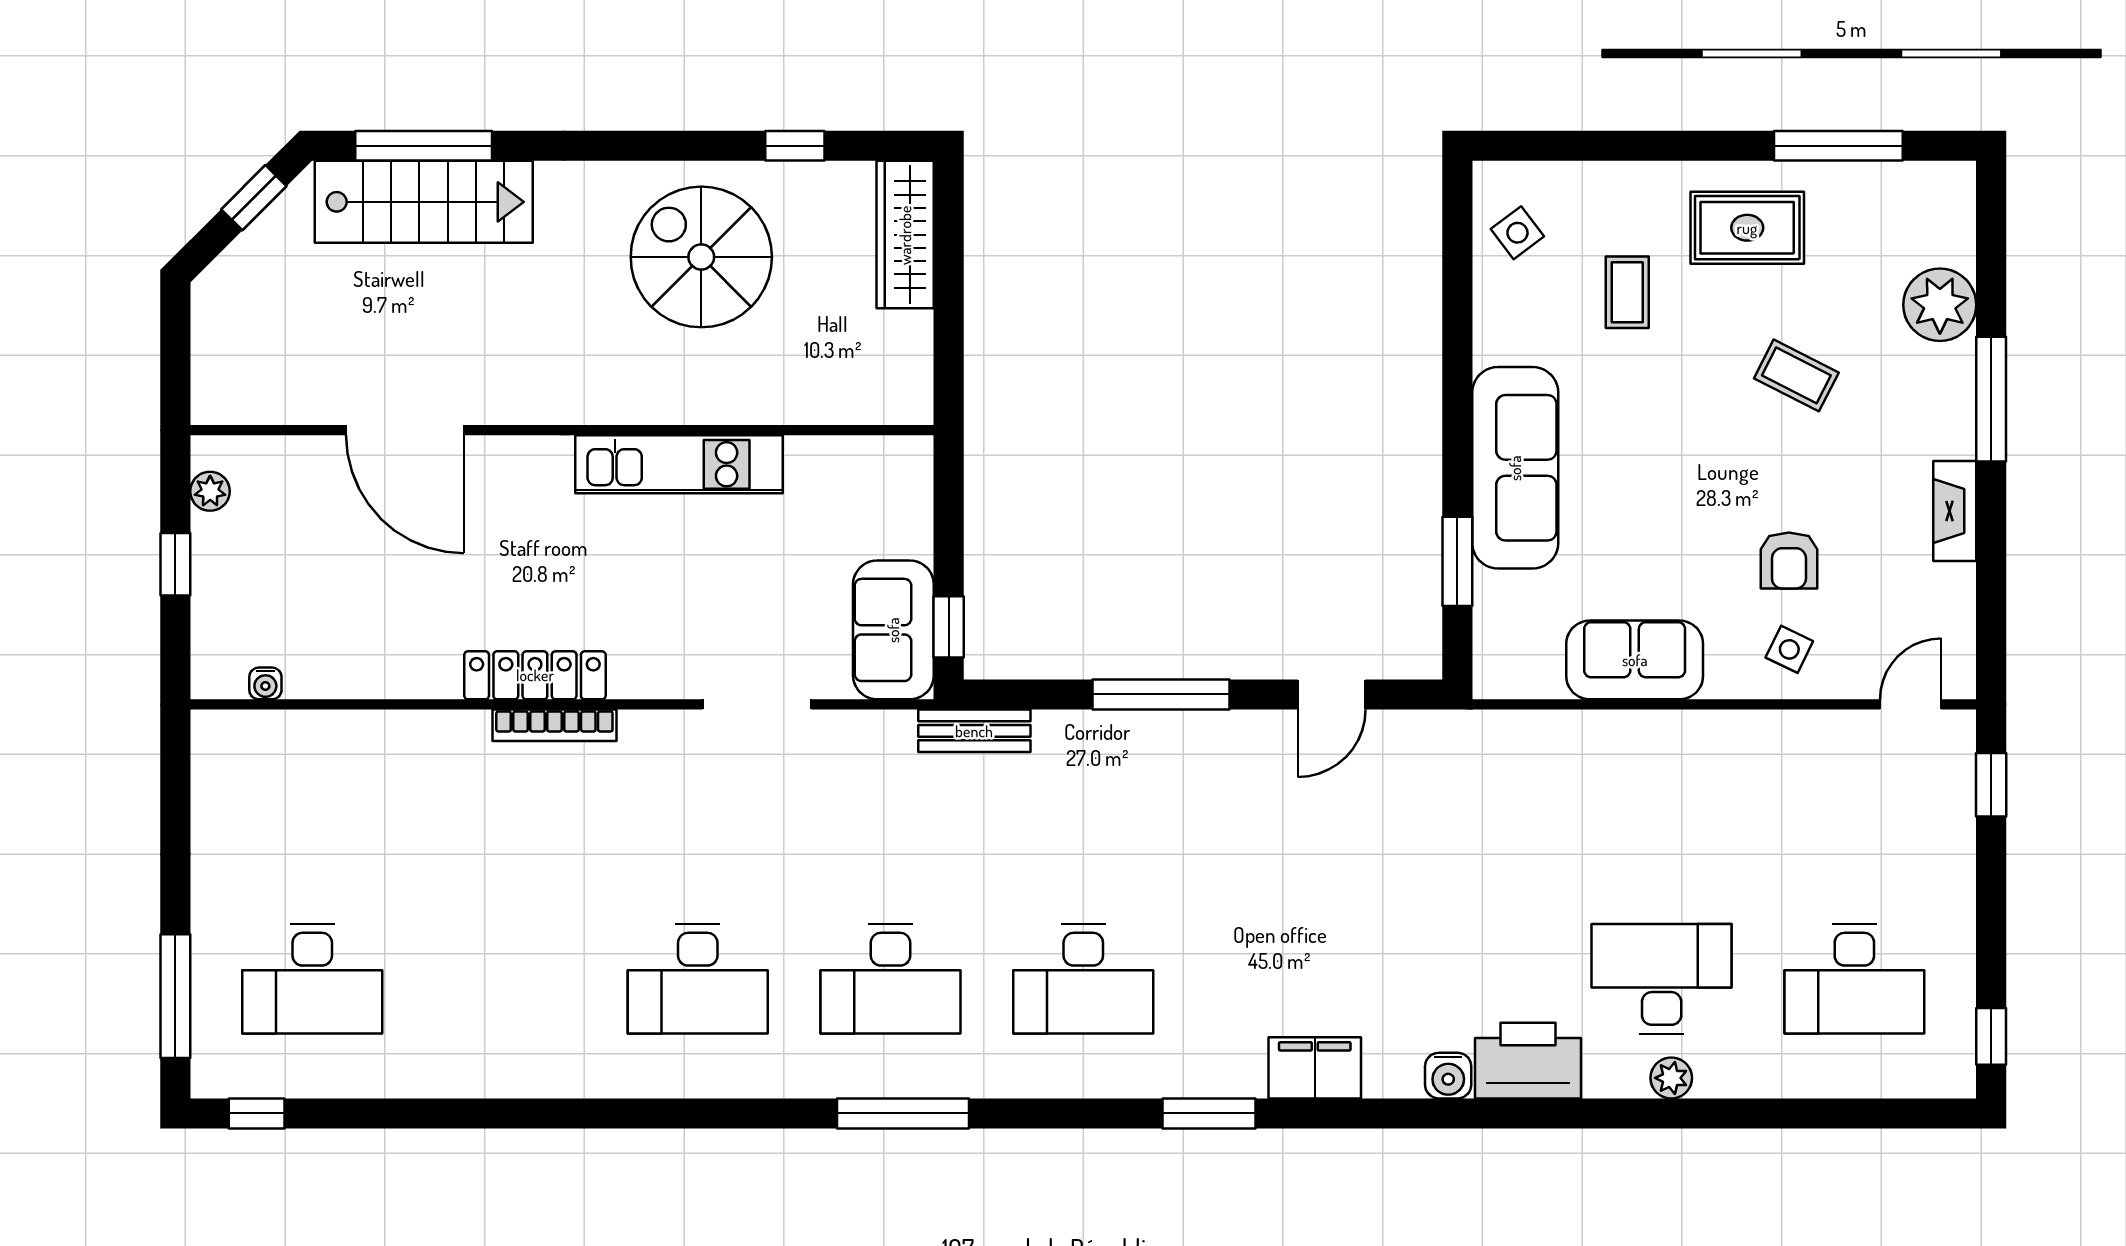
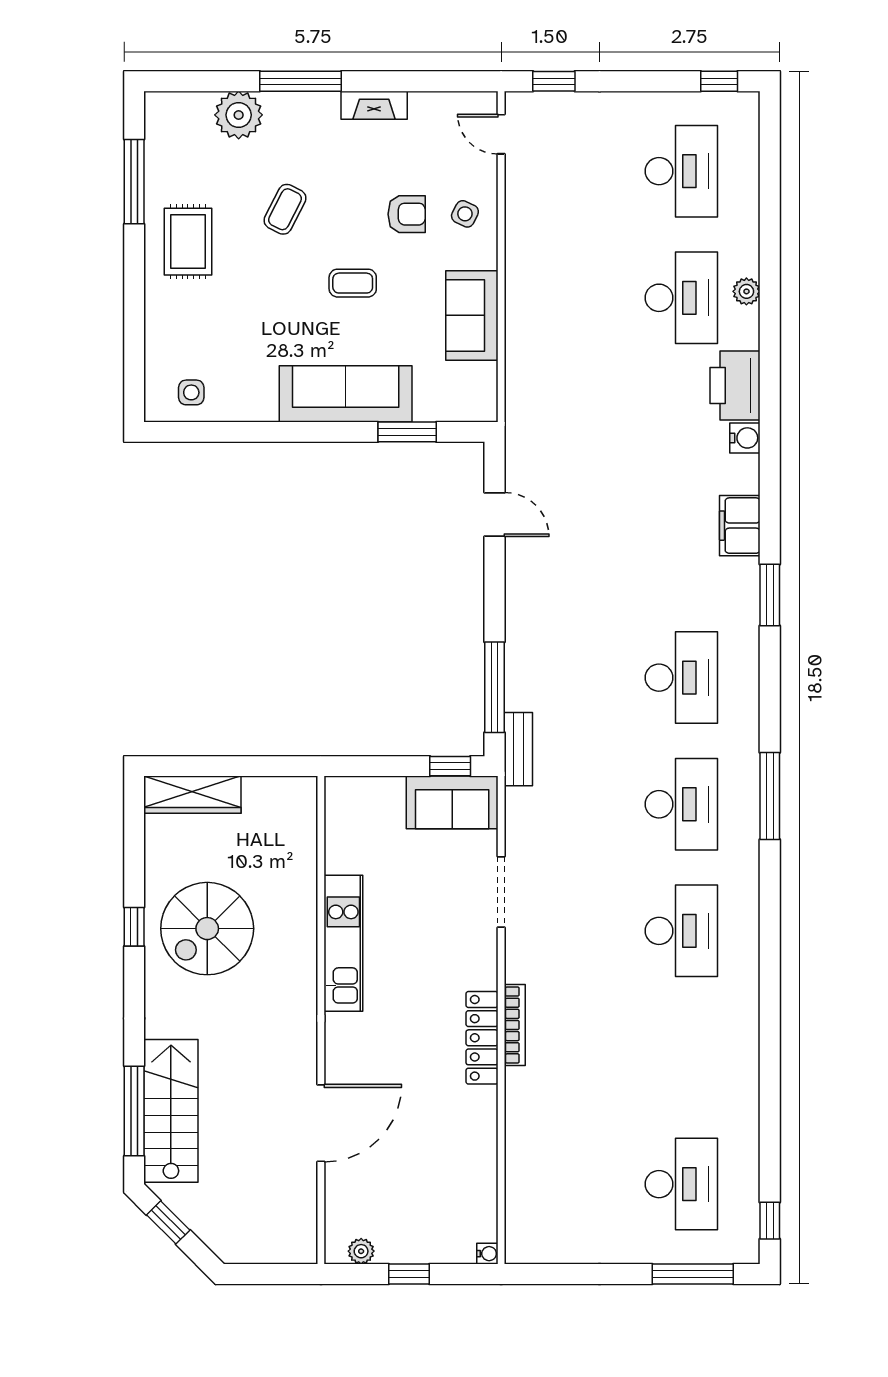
window: (795, 146) -> (134, 927), moved
side table: (1517, 233) -> (191, 392), turned 37
coffee table: (1627, 292) -> (353, 283), moved
water cooler: (265, 683) -> (487, 1254), moved
window: (1161, 694) -> (495, 687), moved
desk: (1662, 979) -> (681, 298), turned 180

